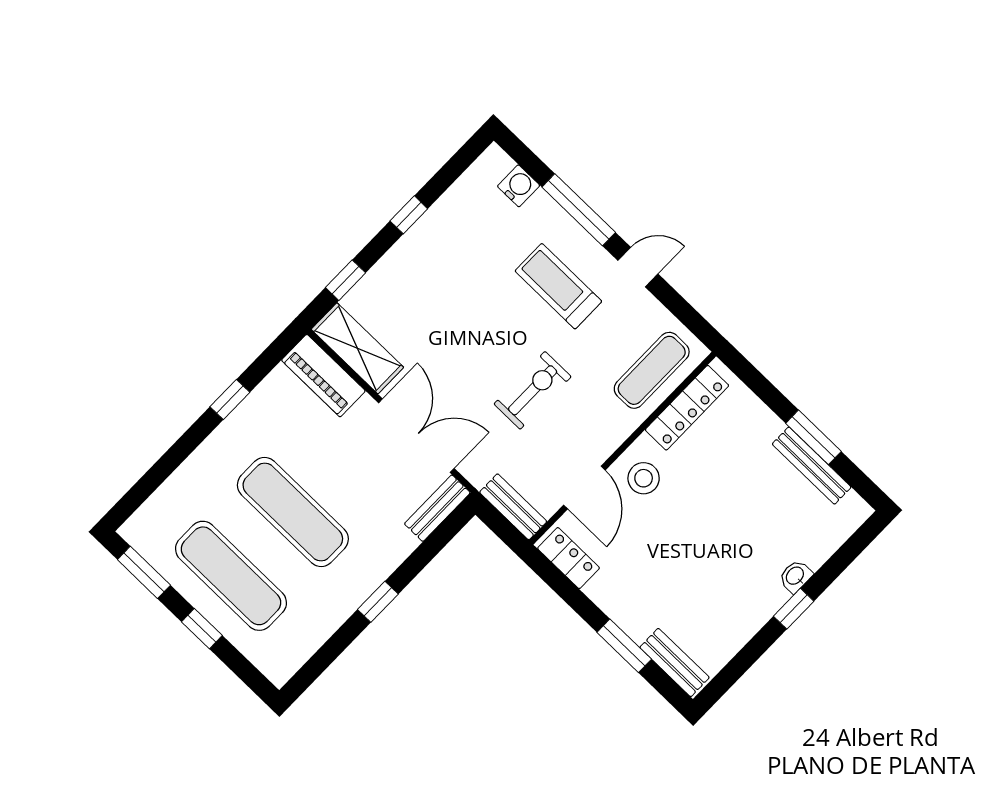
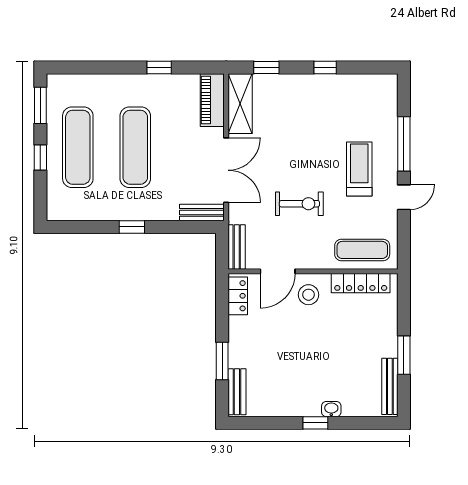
water cooler: (519, 186) -> (388, 105), removed
door: (638, 267) -> (404, 197), hinge flipped
bench: (812, 466) -> (390, 386), moved

